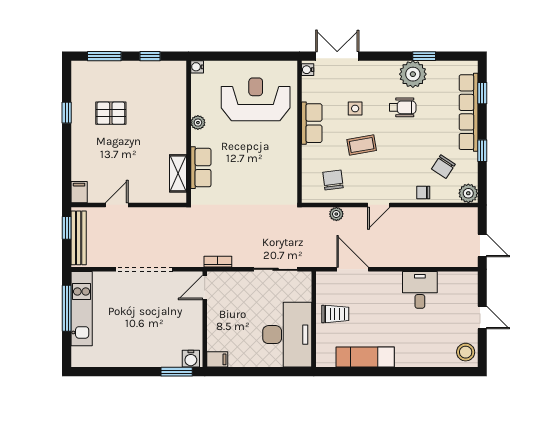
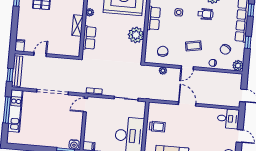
coffee table: (362, 145) -> (193, 46), moved
plant: (283, 155) -> (136, 35), added
shelving: (178, 173) -> (77, 25), moved
window: (67, 228) -> (10, 75), moved
door: (353, 269) -> (187, 104), moved
desk: (420, 290) -> (228, 119), moved, turned 90

